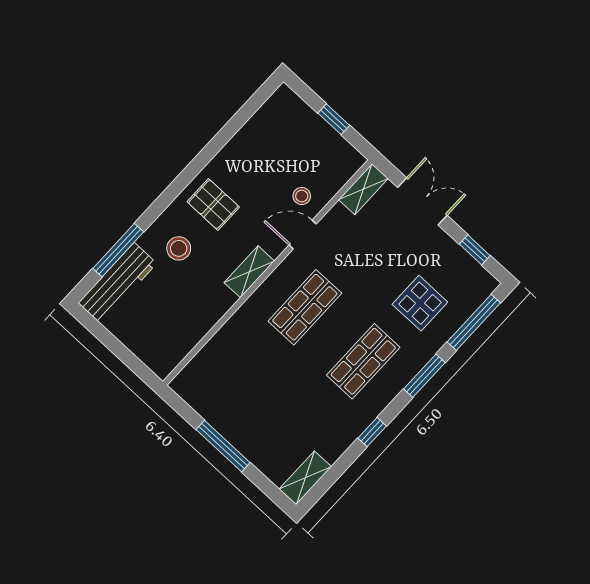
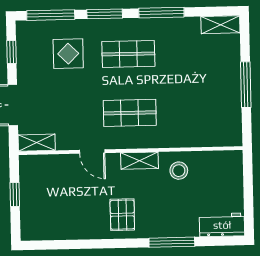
stool: (302, 196) -> (72, 172), removed
stool: (179, 248) -> (179, 171), moved
window: (118, 250) -> (172, 242), moved
workbench: (117, 283) -> (222, 225), width x0.73
window: (372, 432) -> (161, 13), width x2.17

